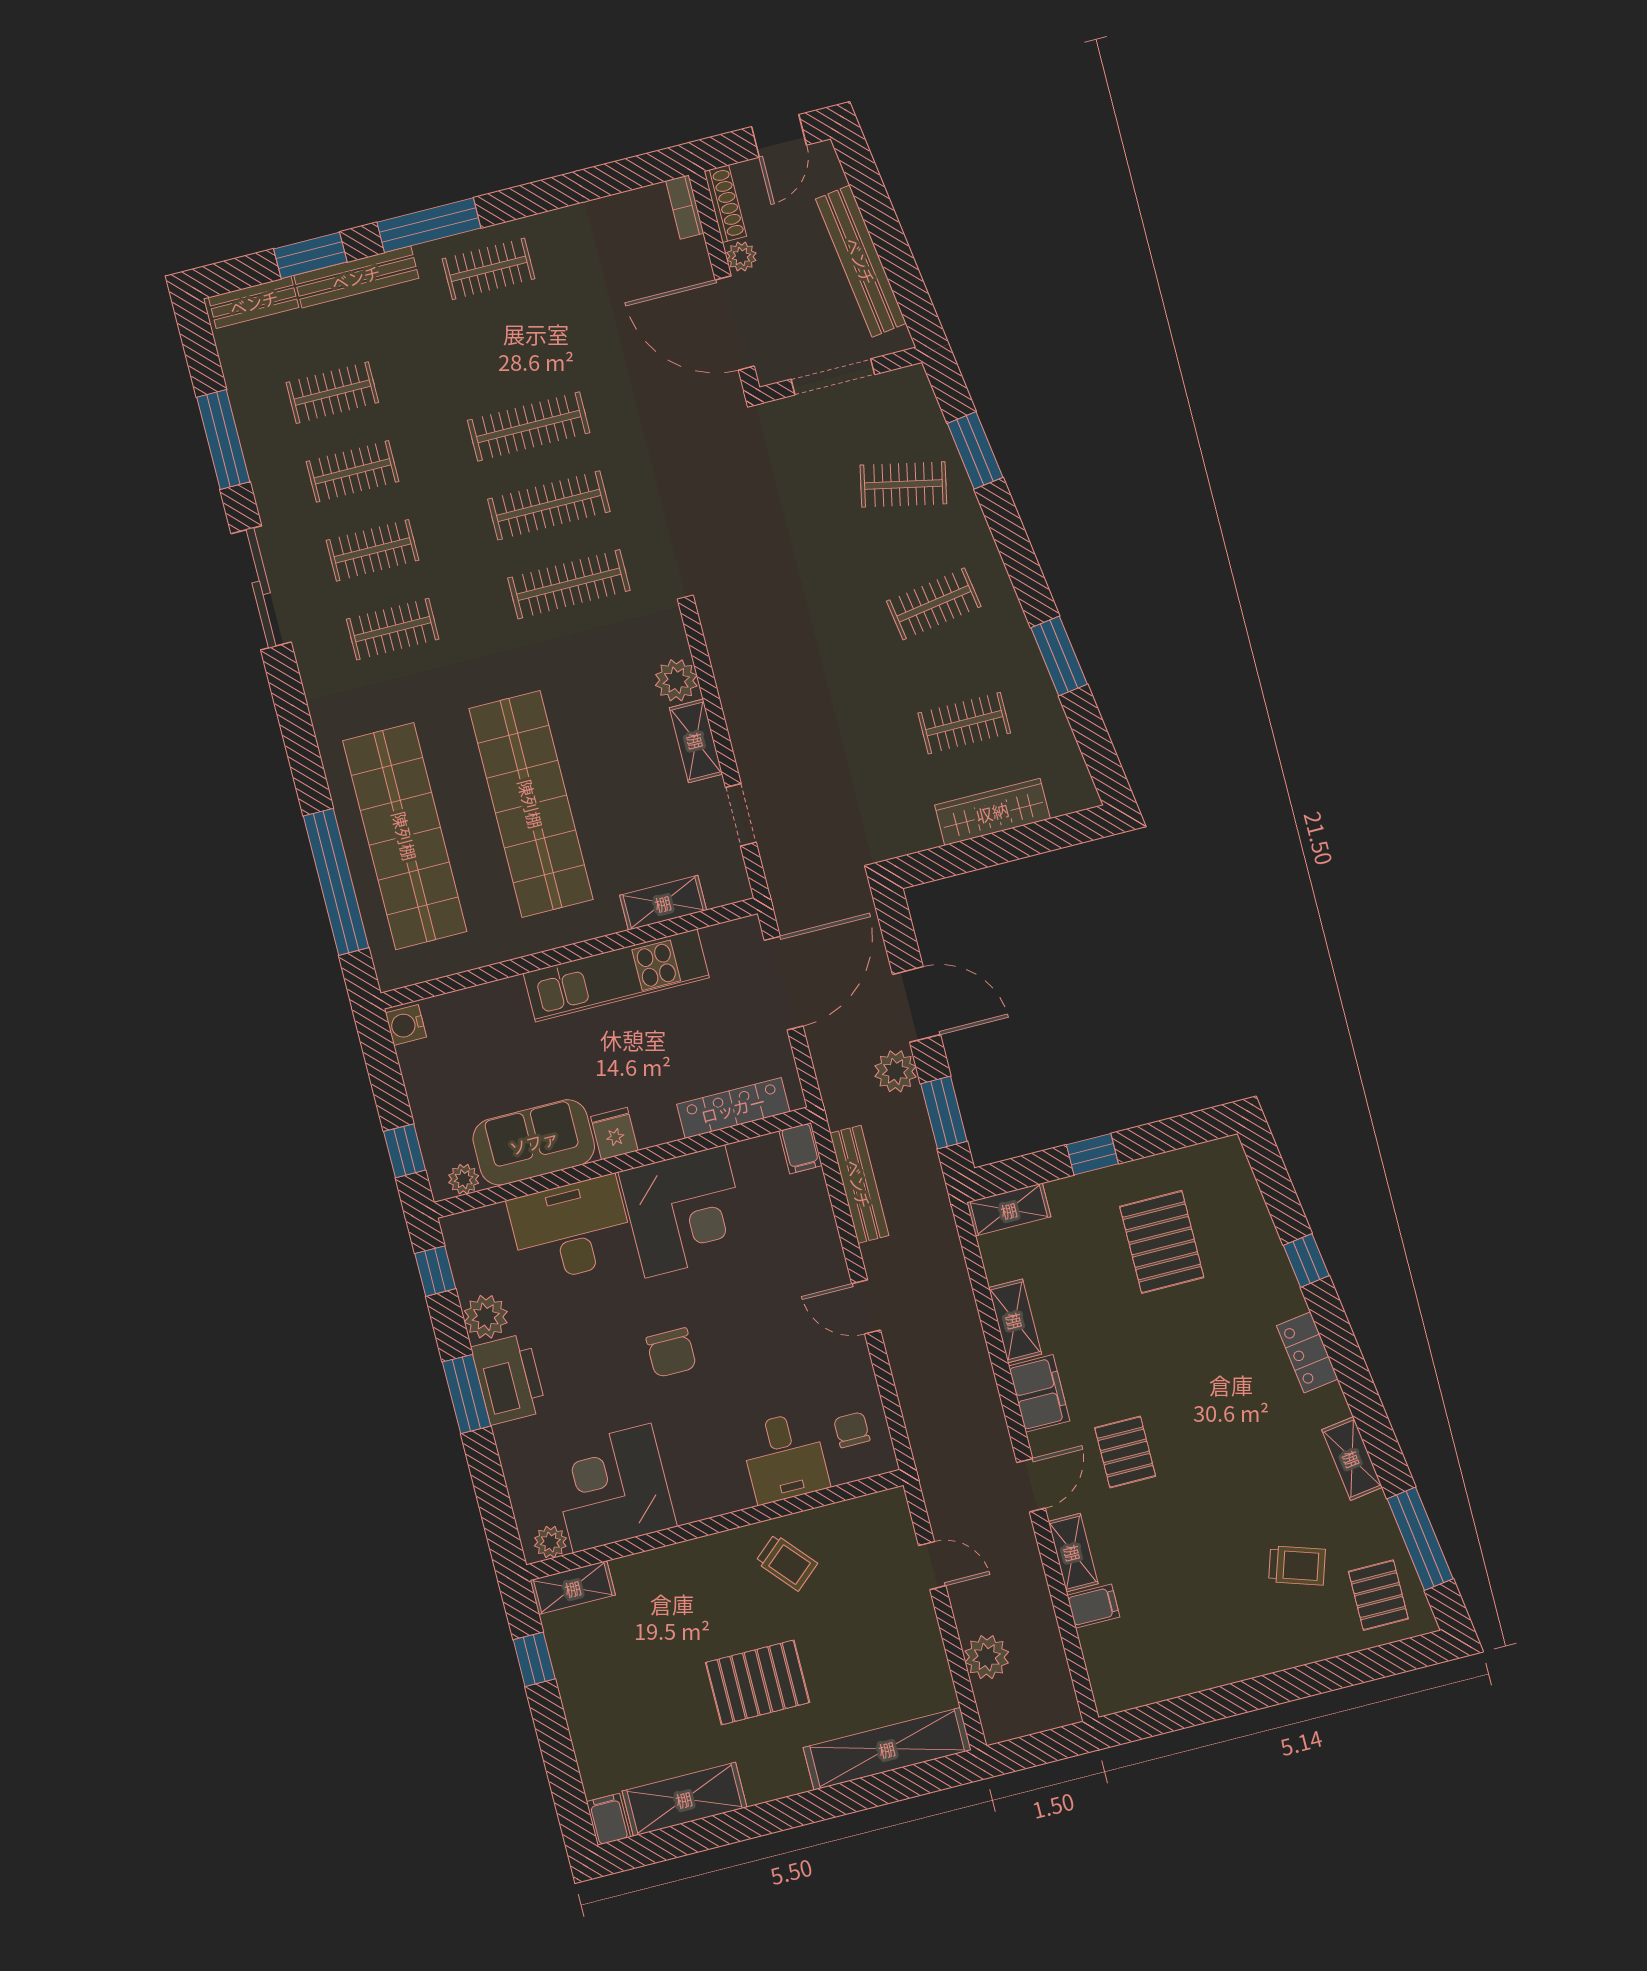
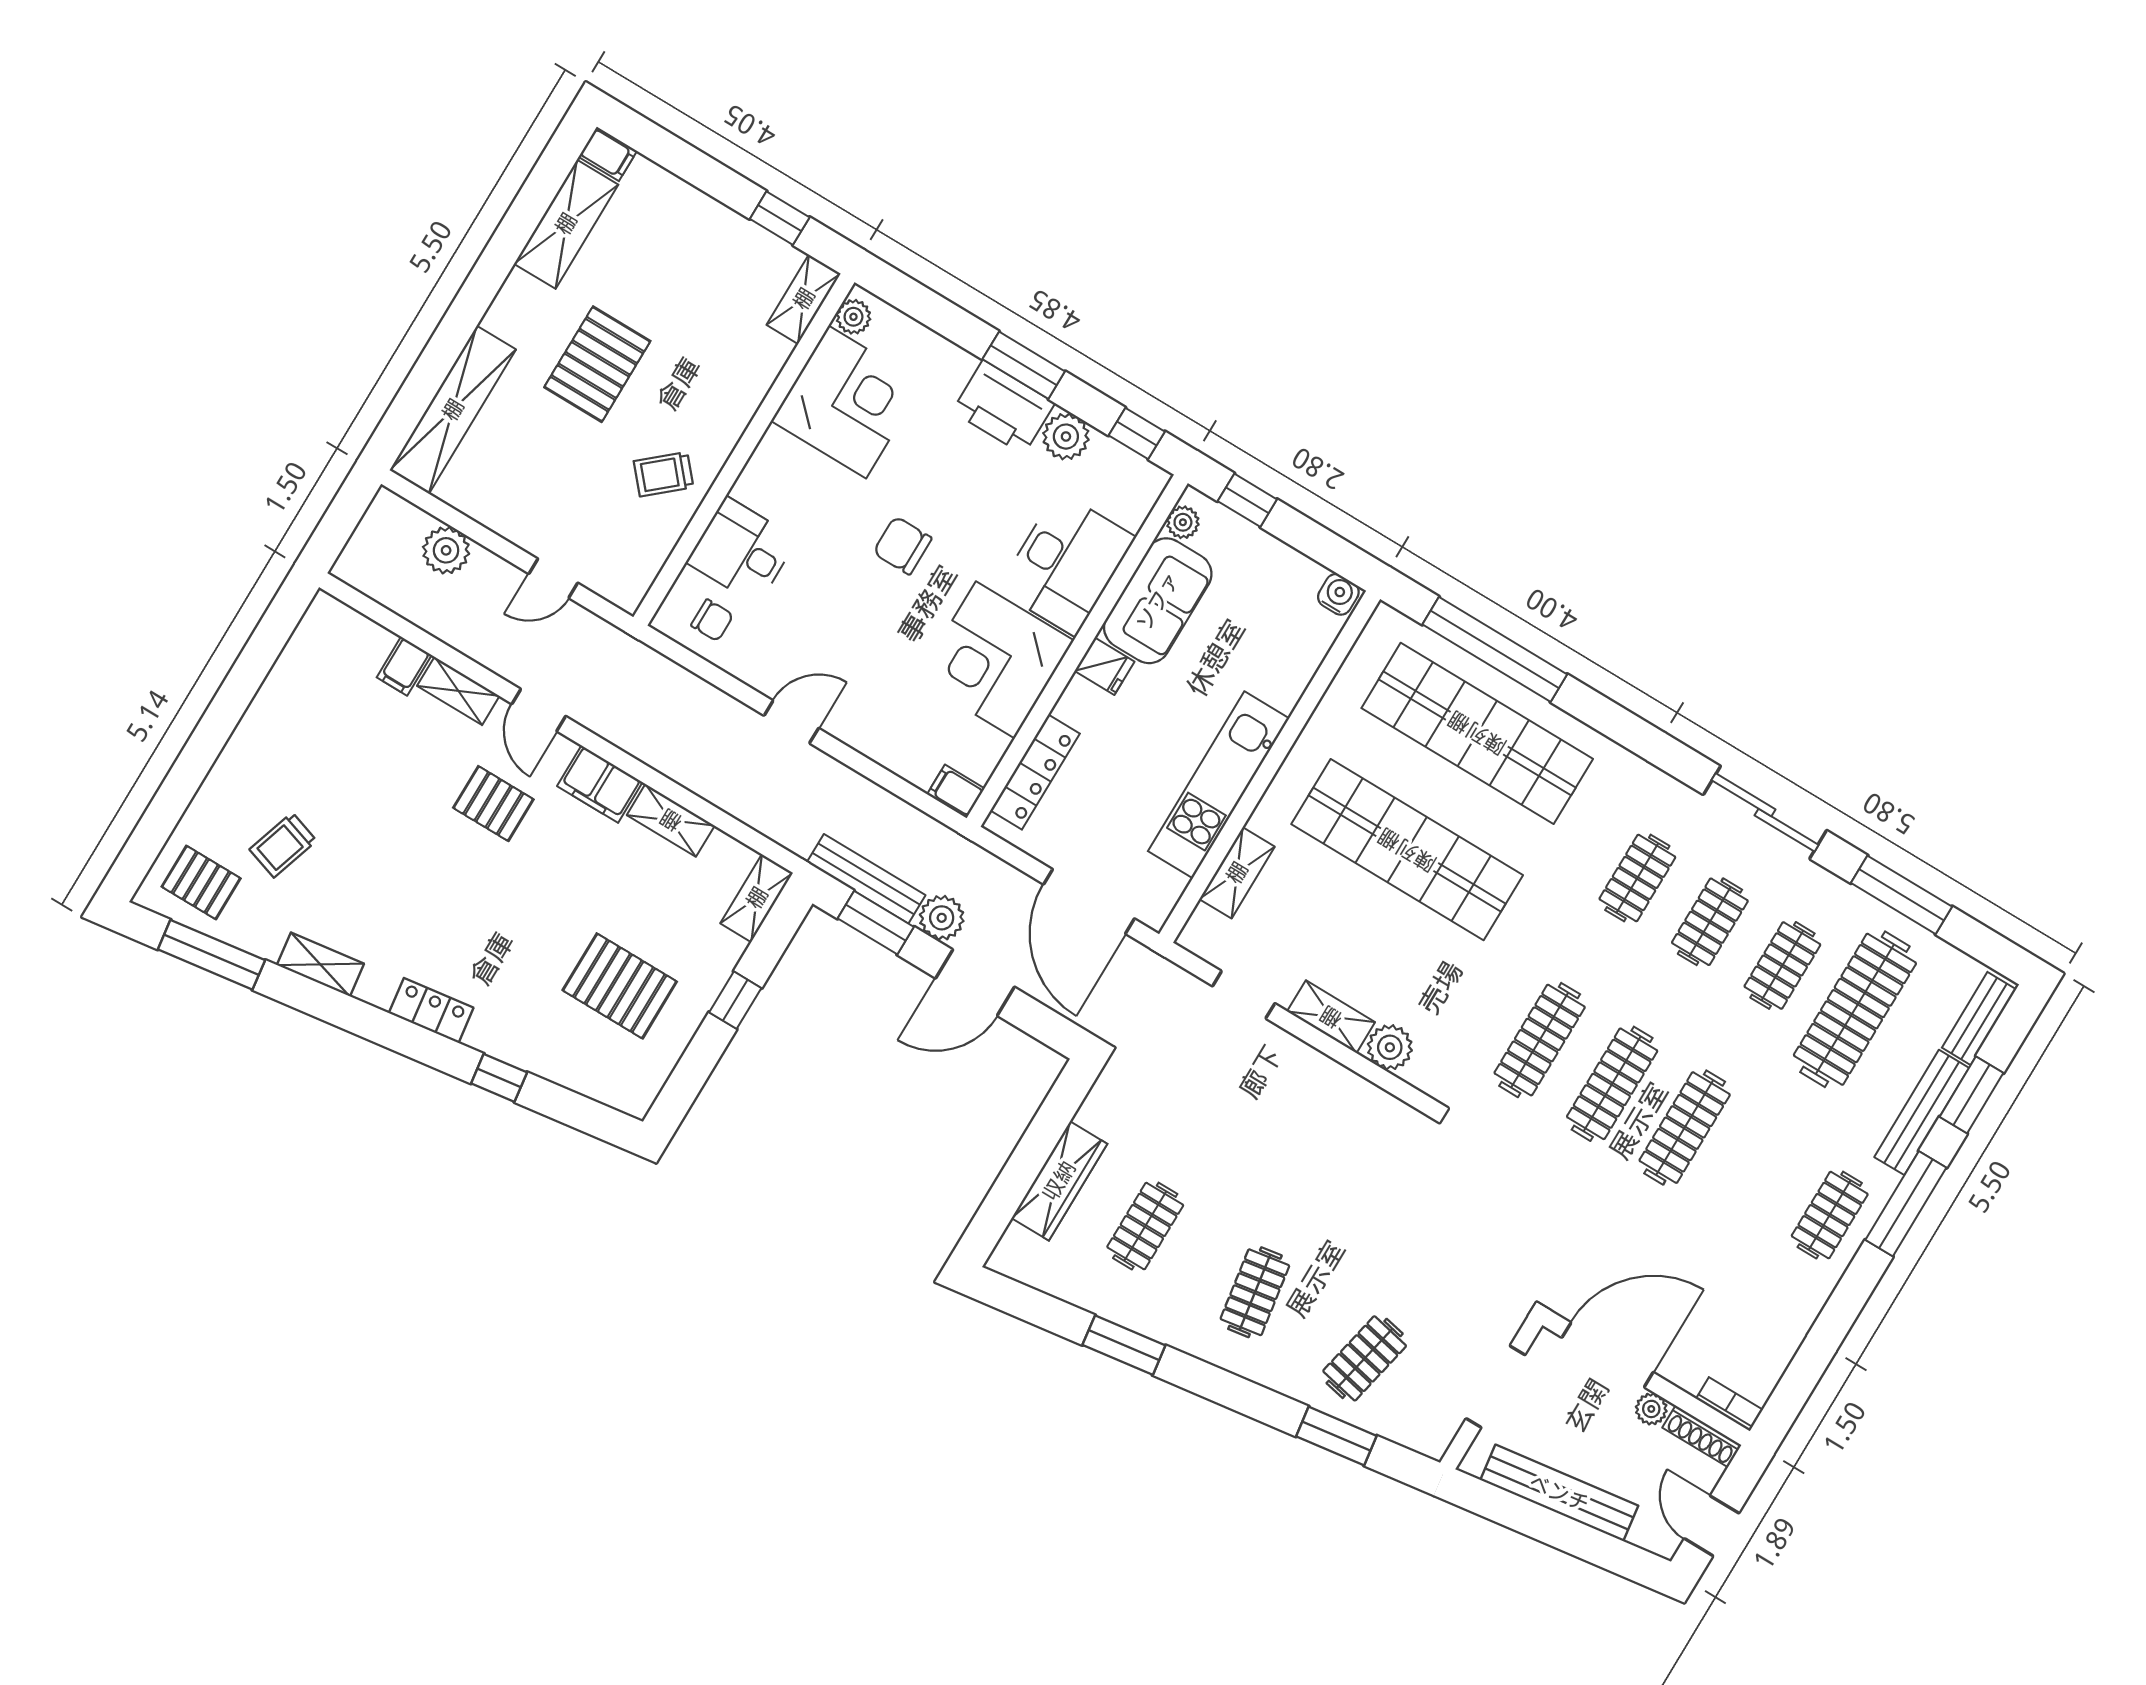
clothes rail: (332, 393) -> (1855, 1009), width x1.86, depth x1.31
bench: (859, 1184) -> (866, 879), moved

